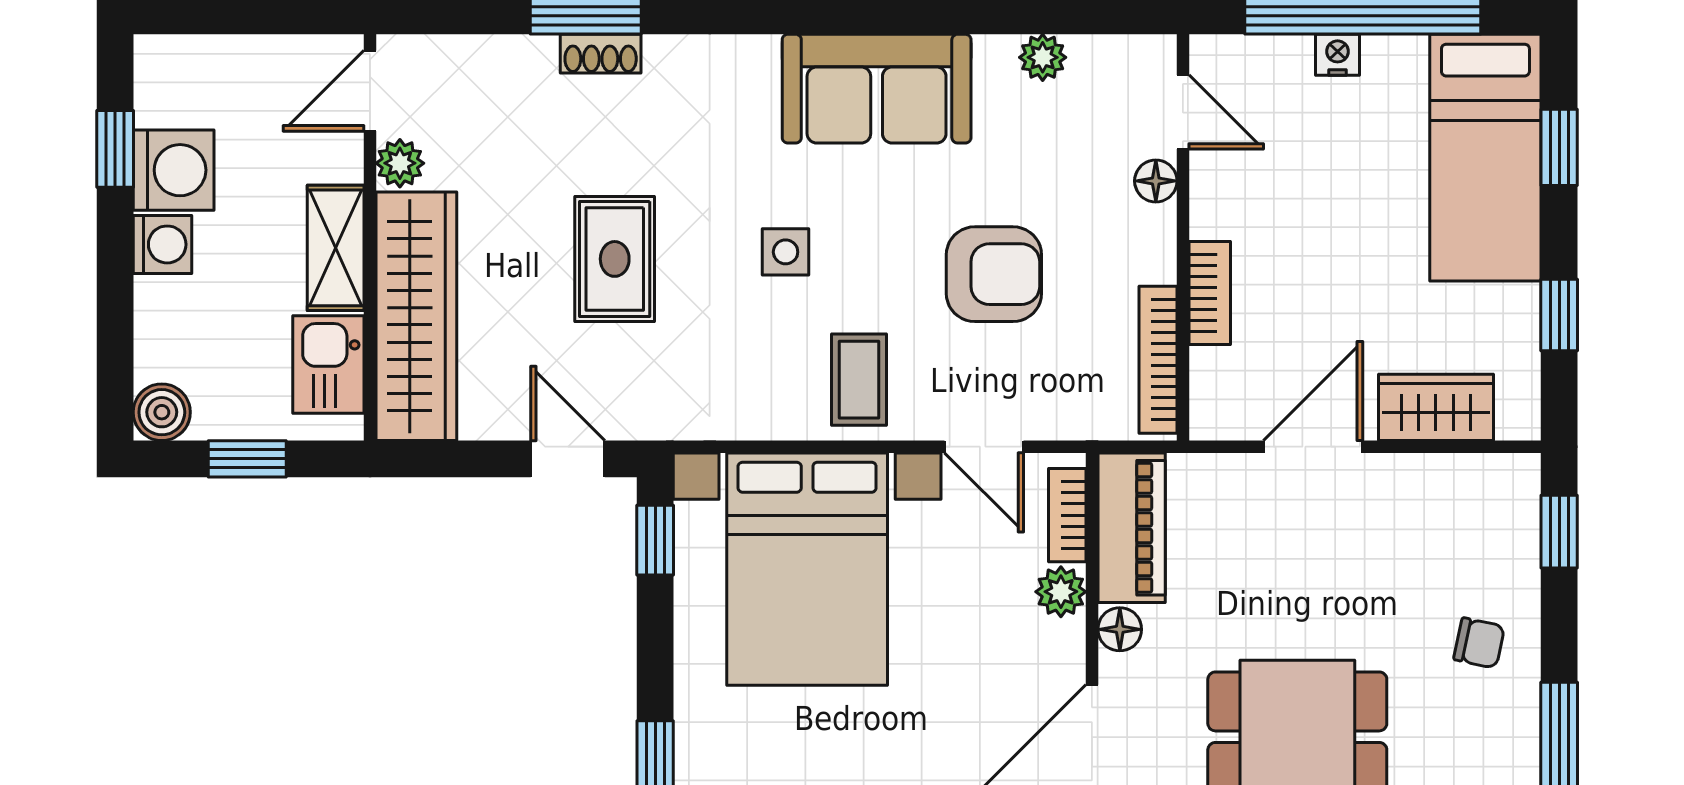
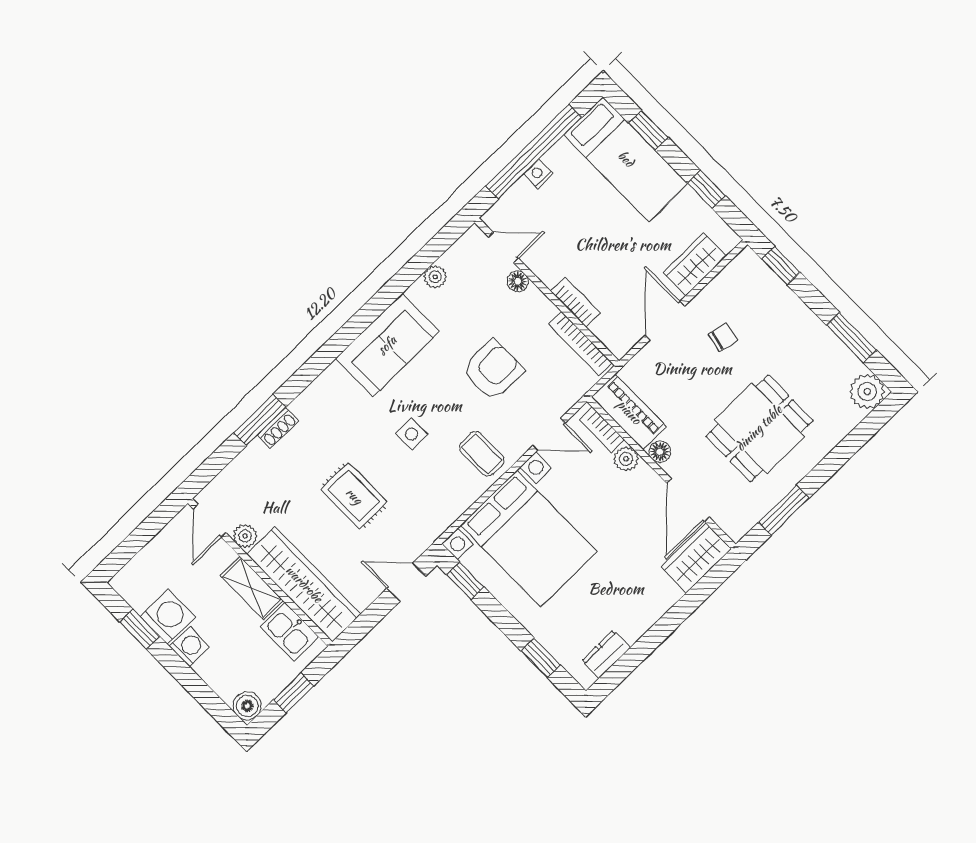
chair: (1479, 643) -> (723, 337), moved

